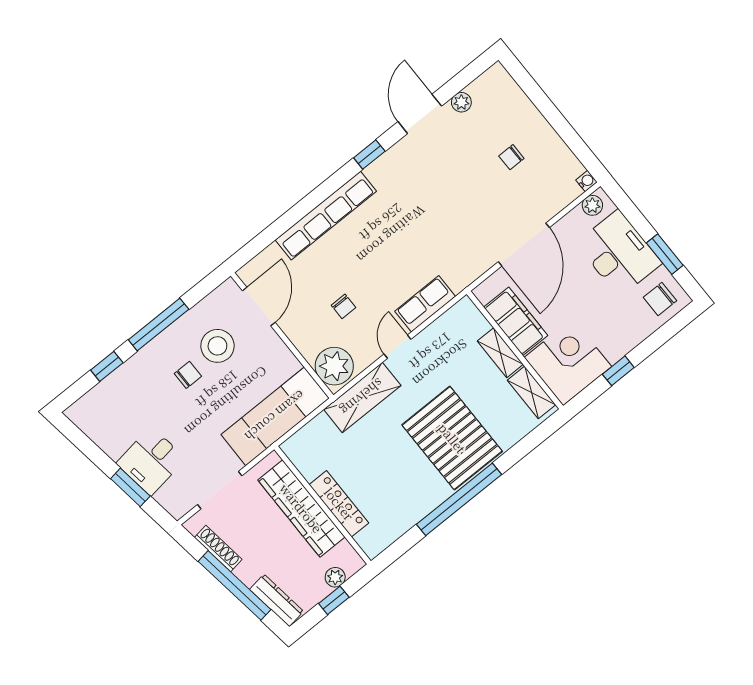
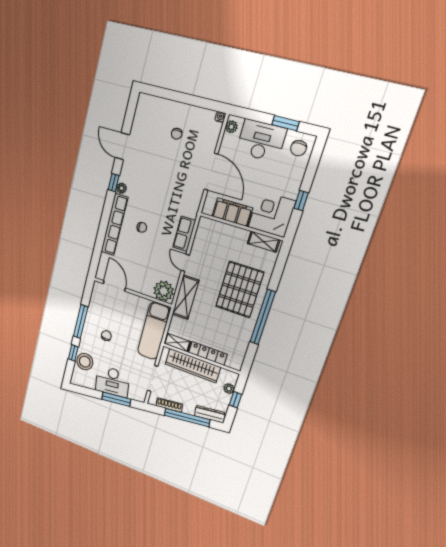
plant: (461, 102) -> (121, 188), moved
chair: (344, 306) -> (142, 227), moved
stool: (217, 346) -> (85, 362), moved
shelving: (500, 353) -> (177, 343), moved
pallet: (452, 438) -> (240, 289), turned 90
desk: (151, 461) -> (112, 382), width x1.37
window: (130, 487) -> (116, 399), width x1.44

